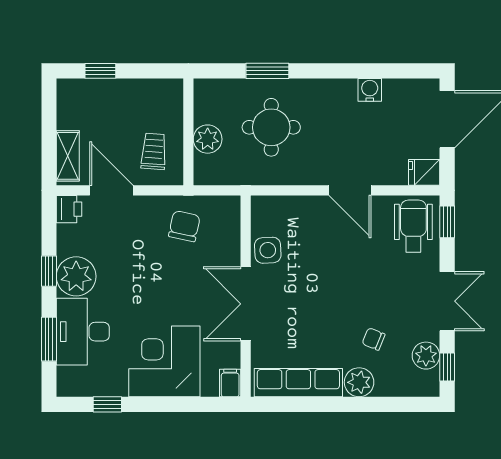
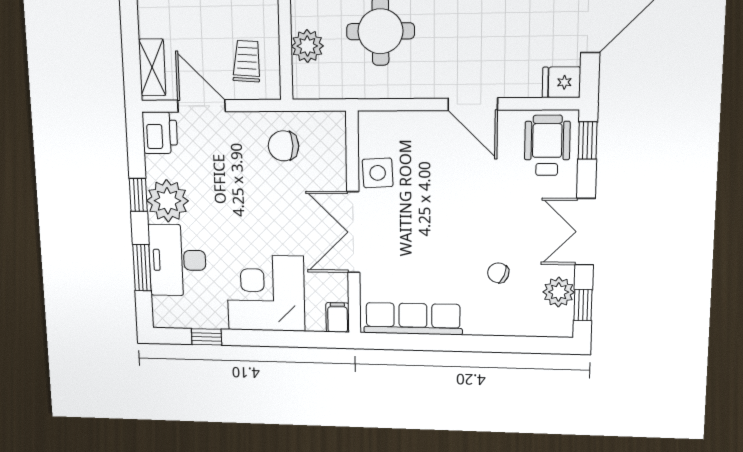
printer: (69, 209) -> (160, 133), width x1.36, depth x1.24
chair: (184, 226) -> (283, 146), turned -102
double door: (447, 301) -> (585, 232), swing flipped
plant: (359, 382) -> (481, 320), removed

